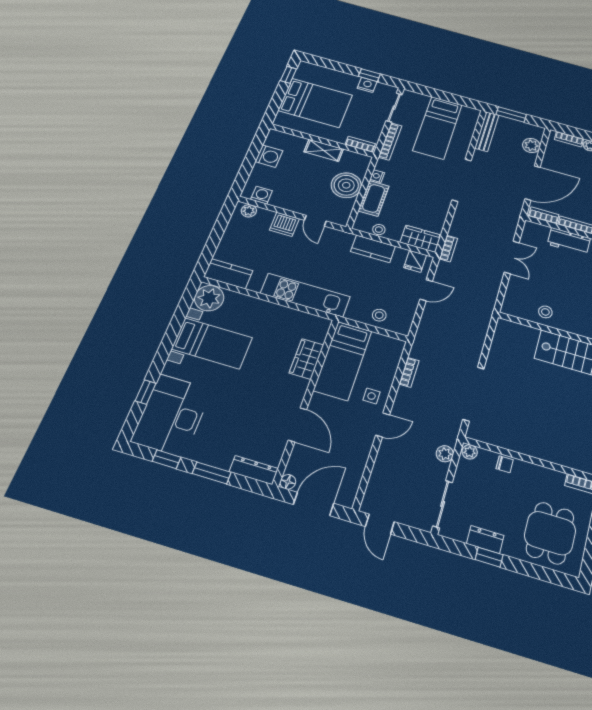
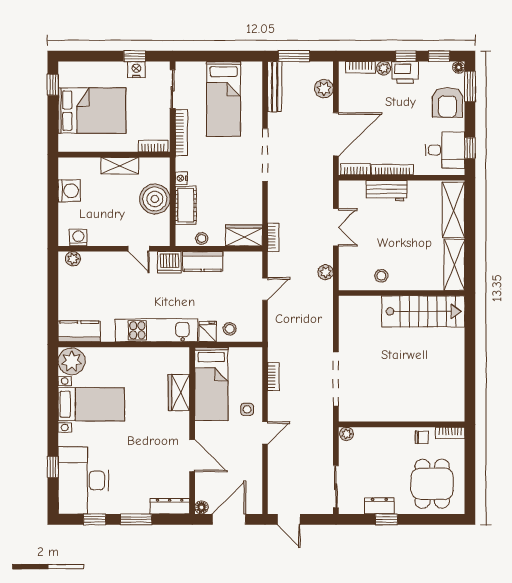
dishwasher: (284, 224) -> (169, 262), moved
fridge: (415, 261) -> (207, 332), moved, turned 180
plant: (445, 454) -> (326, 272), moved
chair: (505, 464) -> (422, 437), moved

